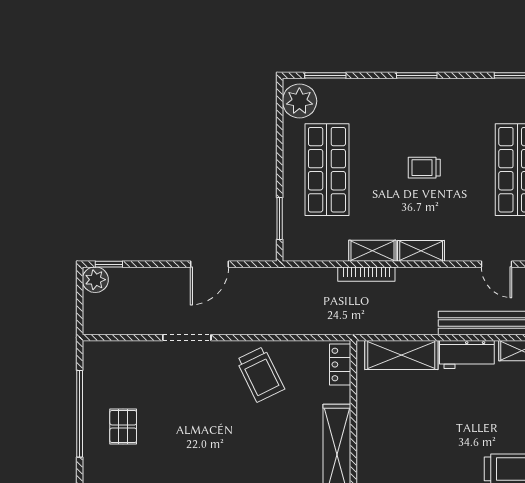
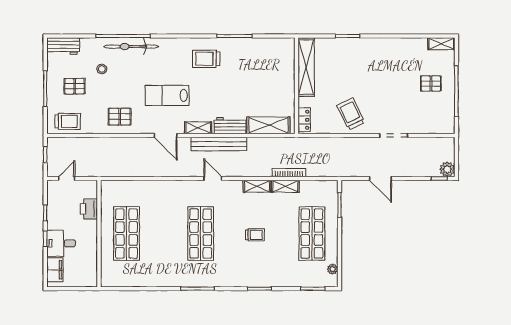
plant: (299, 101) -> (333, 269), width x0.53, depth x0.53
door: (209, 264) -> (381, 178), swing flipped
pallet: (123, 426) -> (431, 84), turned 90

